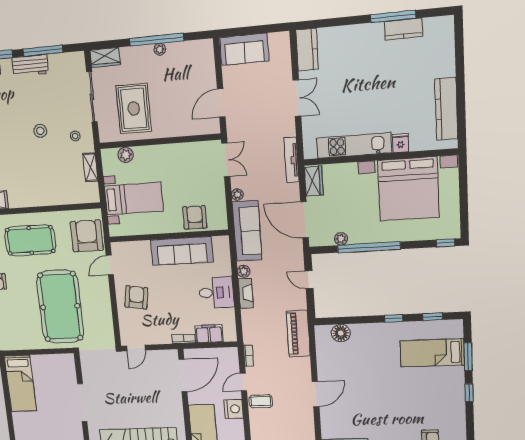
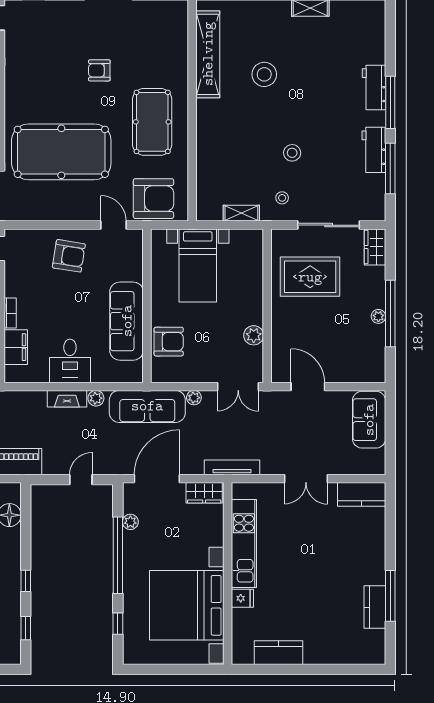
kitchen counter: (446, 109) -> (279, 653), width x0.67
plant: (126, 155) -> (254, 335), moved
window: (445, 243) -> (118, 624), moved

